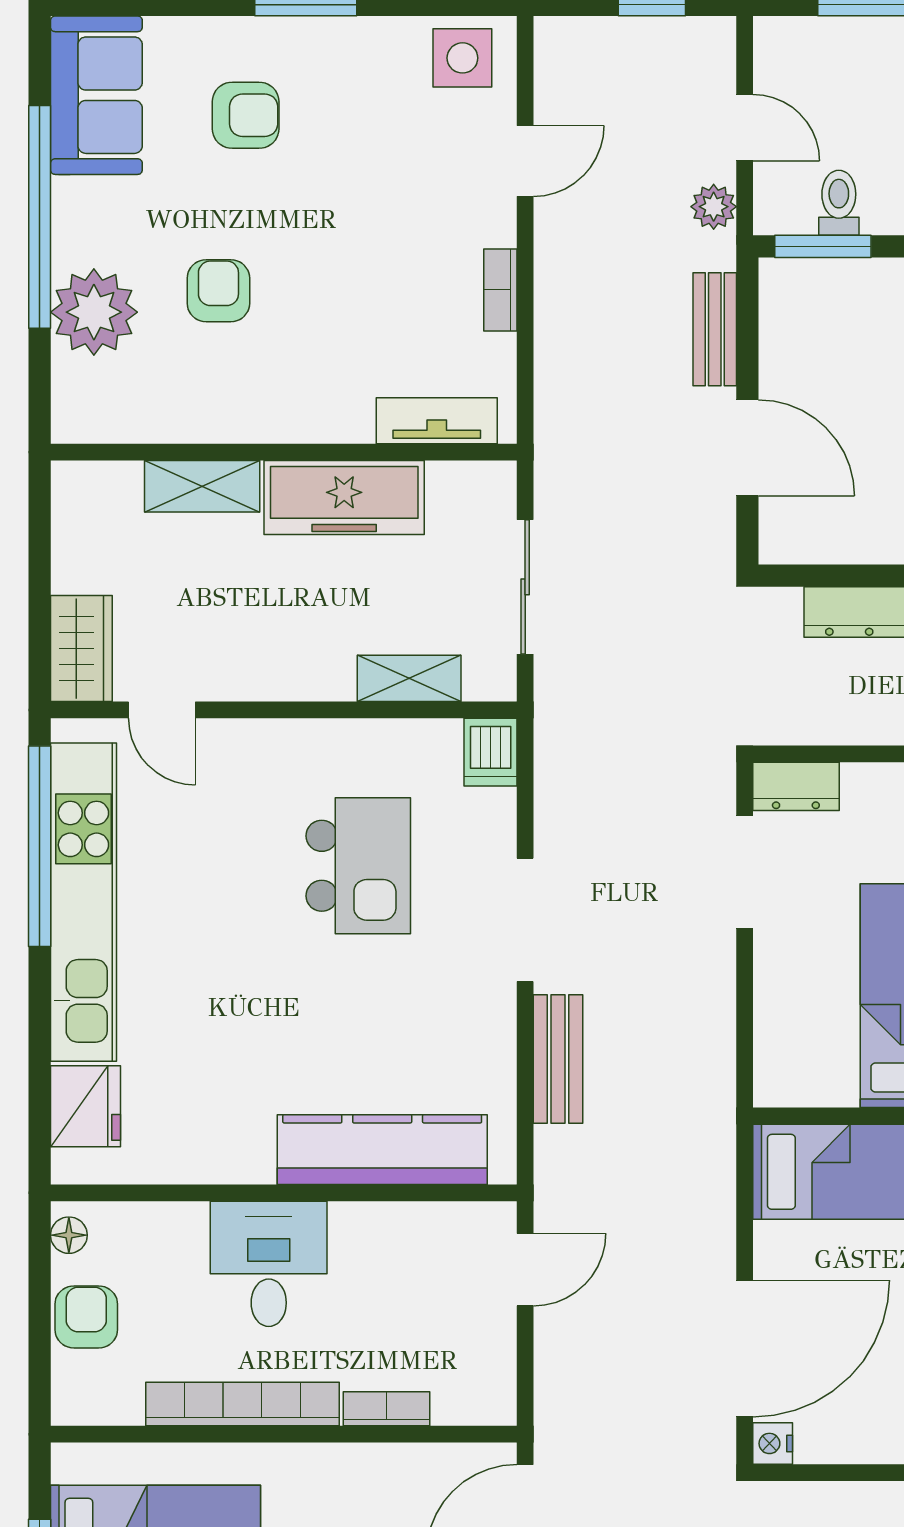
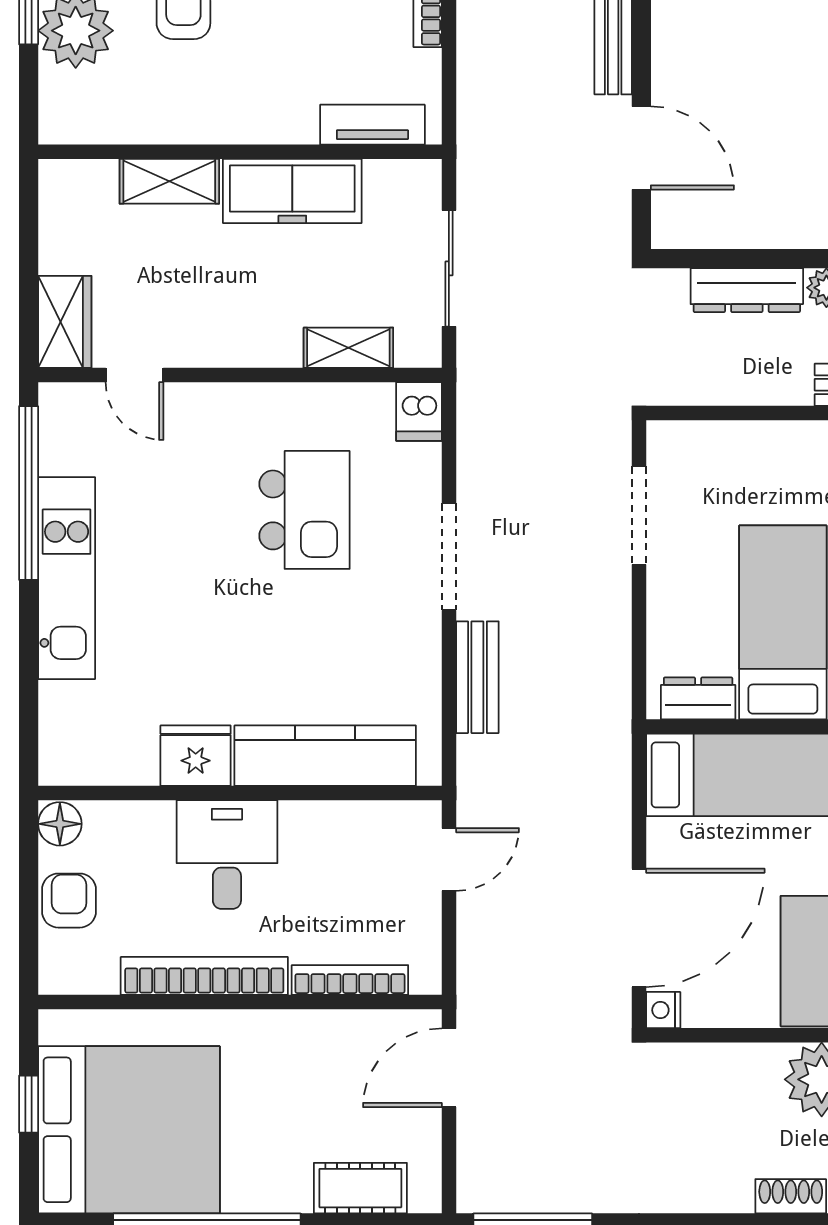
dresser: (796, 786) -> (698, 698), moved, turned 180
kitchen unit: (83, 902) -> (67, 578), width x0.73
fridge: (85, 1106) -> (196, 756), moved, turned -90
floor lamp: (69, 1235) -> (60, 824), width x1.37, depth x1.37
bookcase: (387, 1409) -> (350, 980), width x1.56

